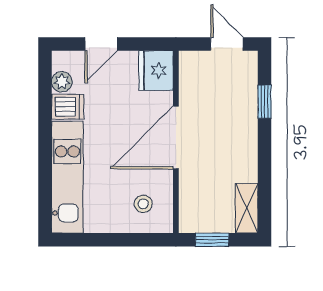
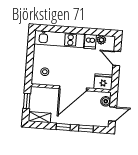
boiler: (200, 62) -> (106, 101), added
door: (176, 137) -> (73, 88), swing flipped
window: (264, 153) -> (63, 127), added

